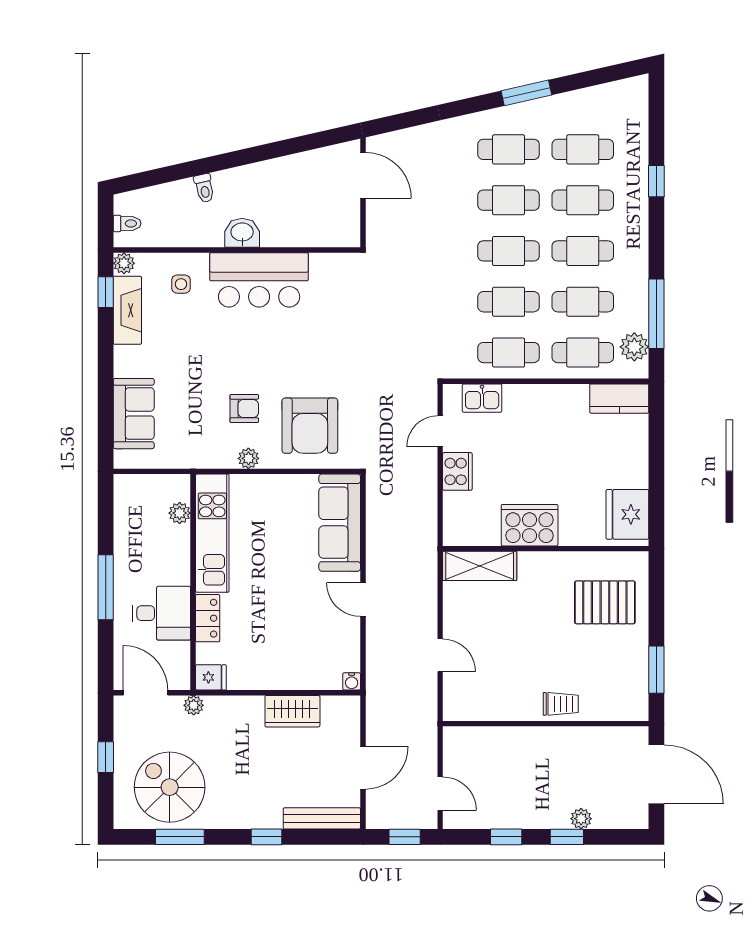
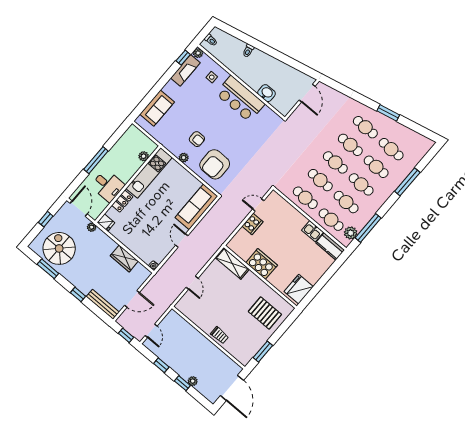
window: (656, 181) -> (407, 182), width x2.17
washbasin: (242, 233) -> (267, 93), moved
kitchen sink: (482, 398) -> (312, 231), moved

